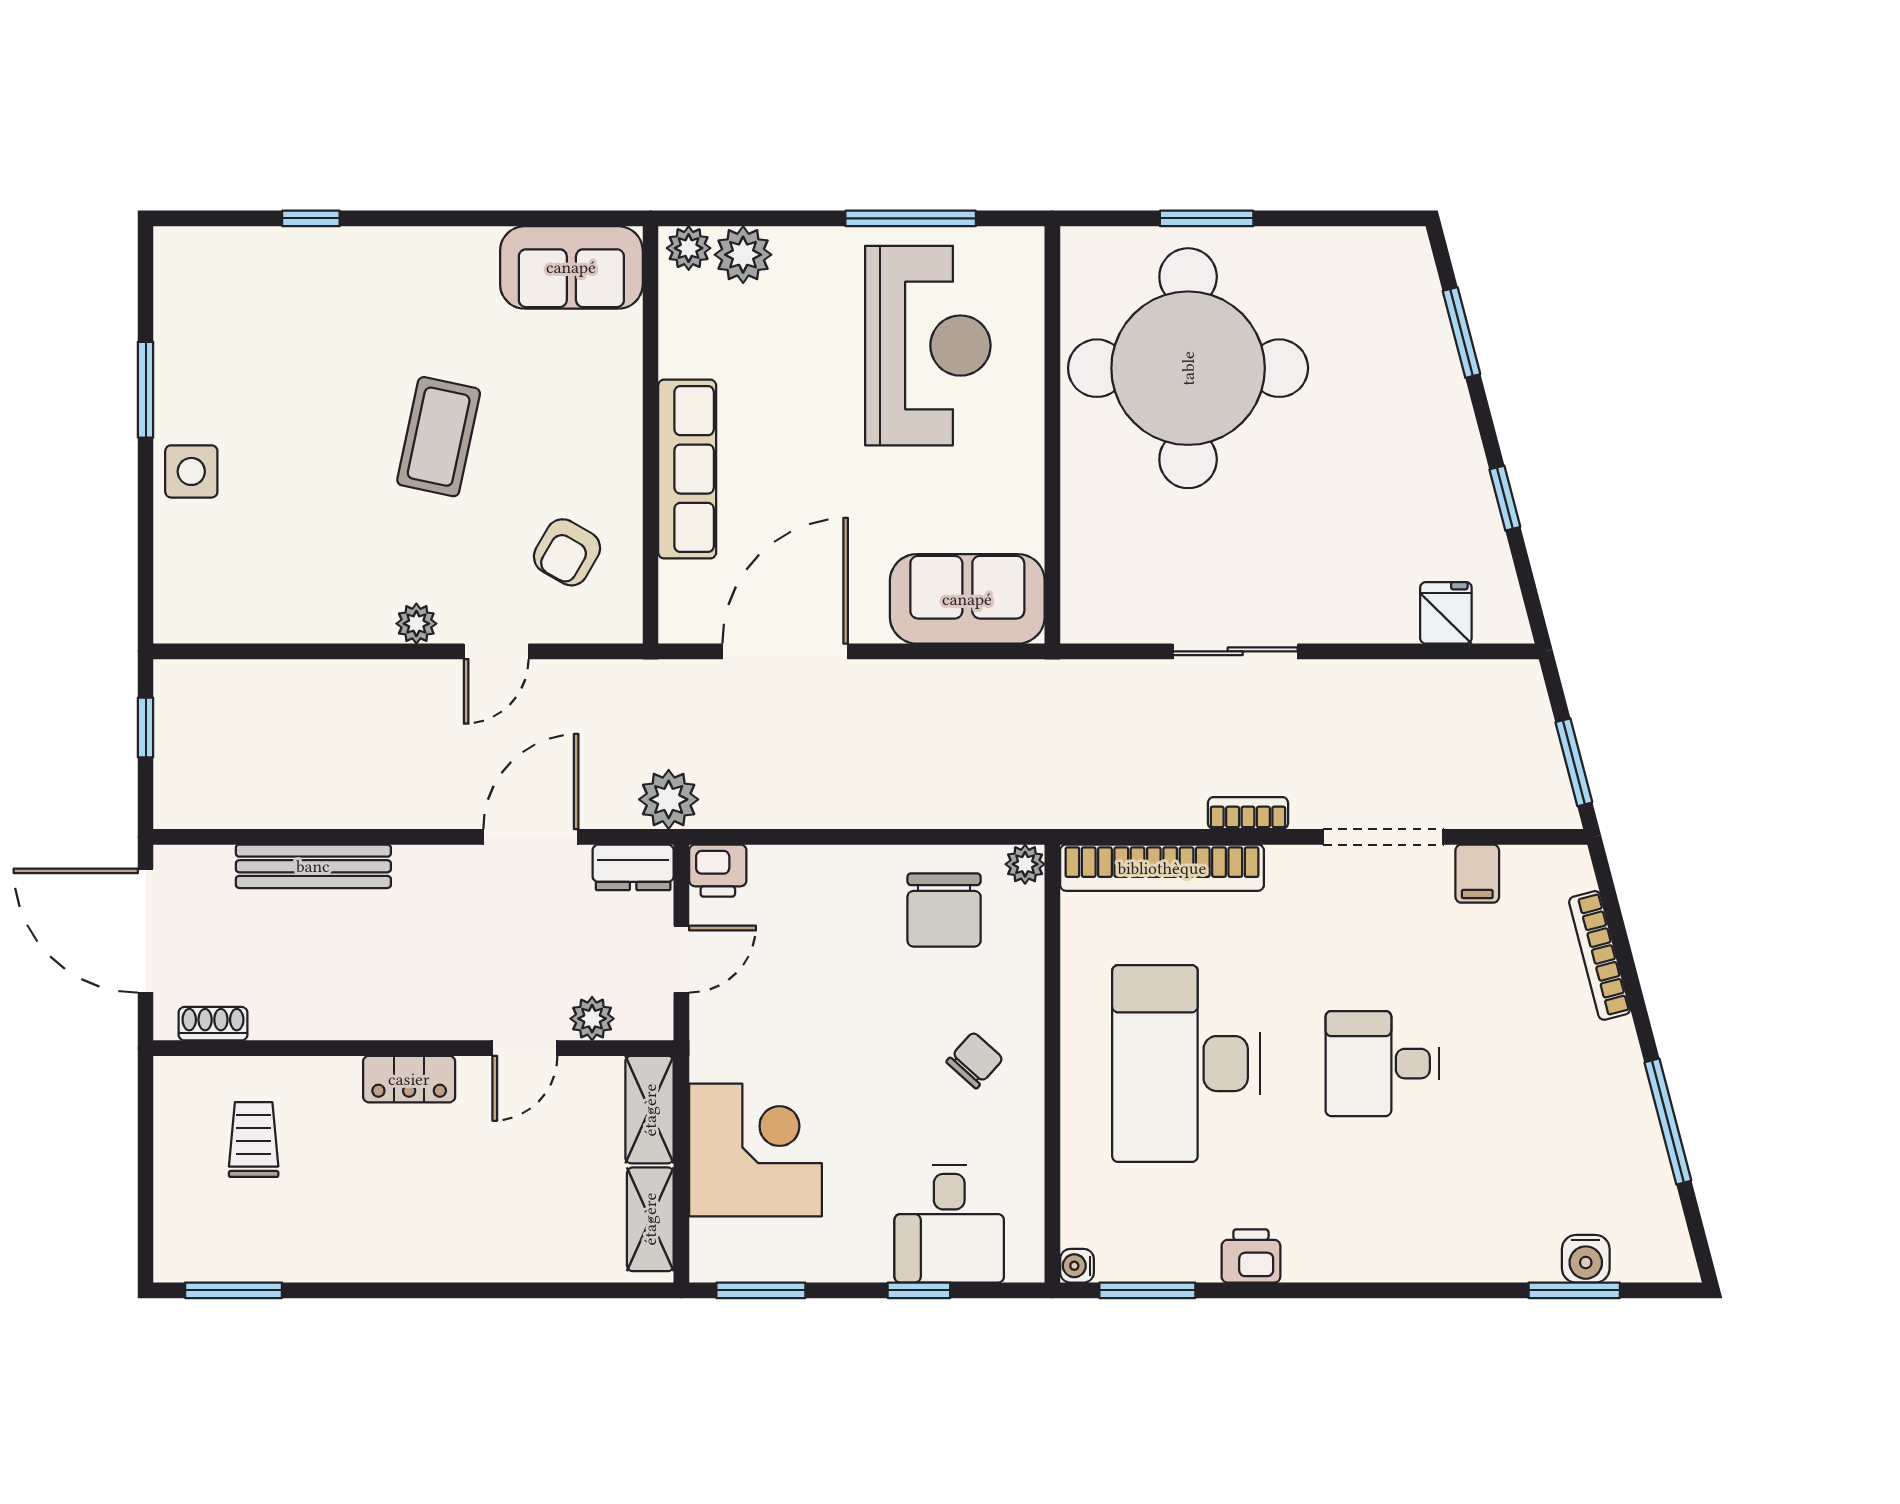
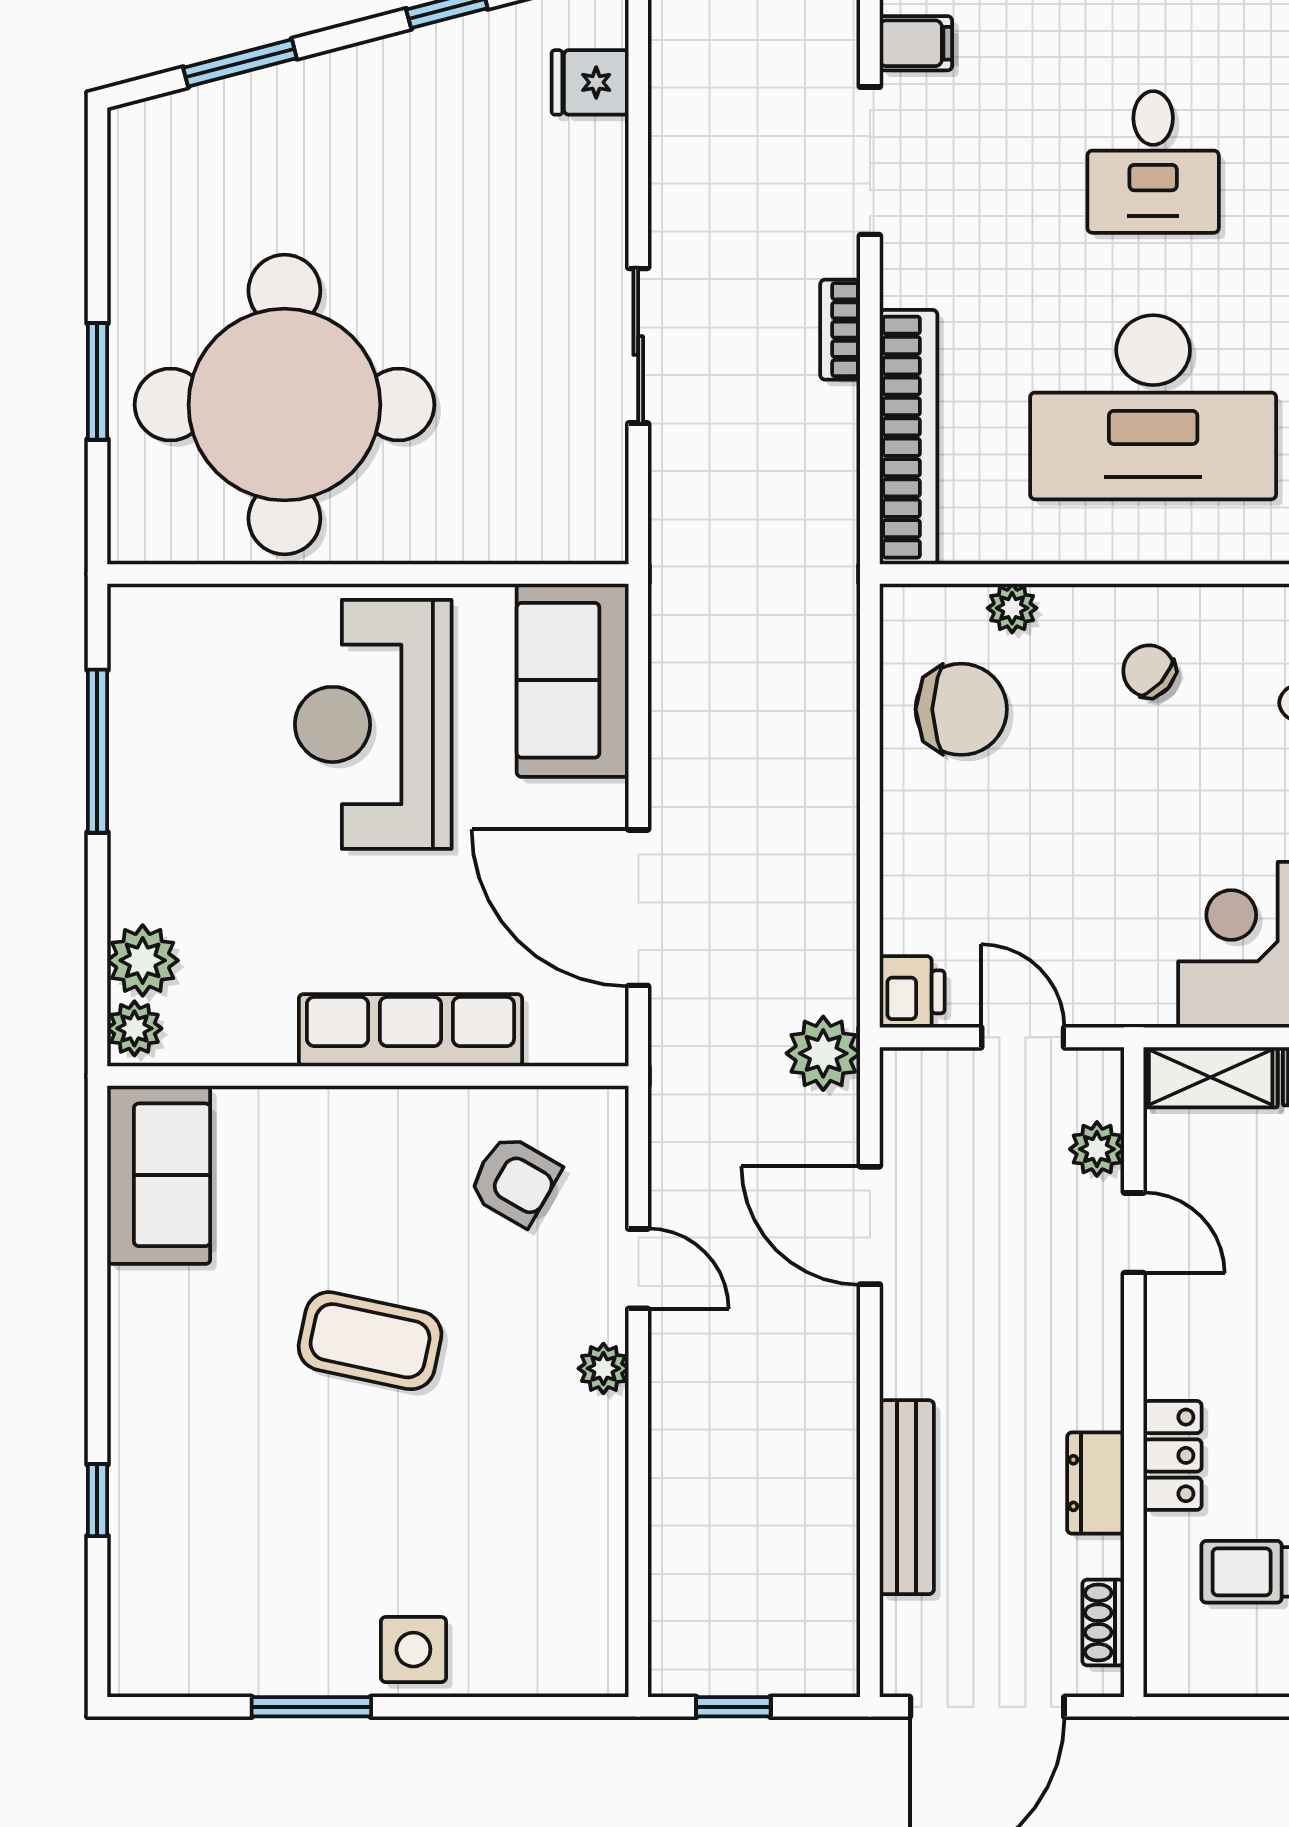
reception desk: (928, 346) -> (373, 724), moved, turned -90
plant: (1025, 864) -> (1012, 608), moved
dresser: (633, 867) -> (1096, 1483), moved, turned 180
locker: (409, 1079) -> (1173, 1455), moved

